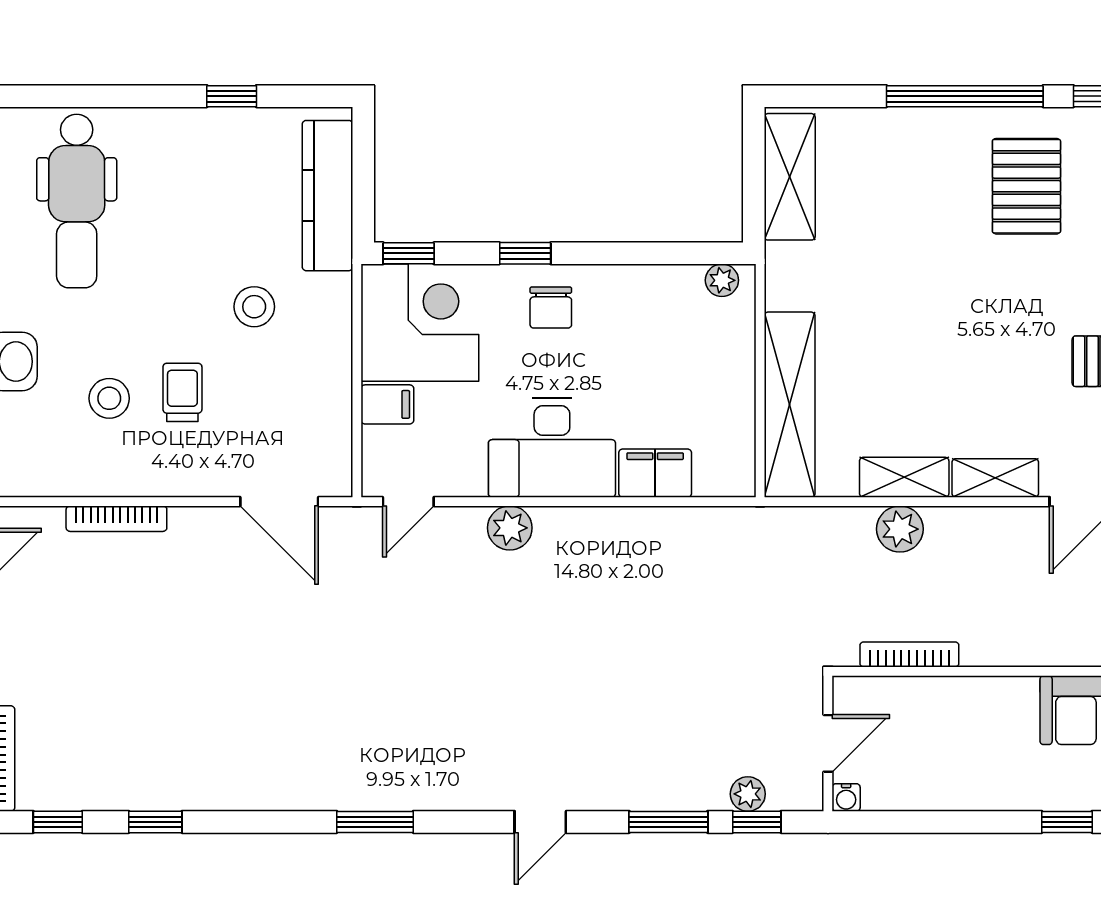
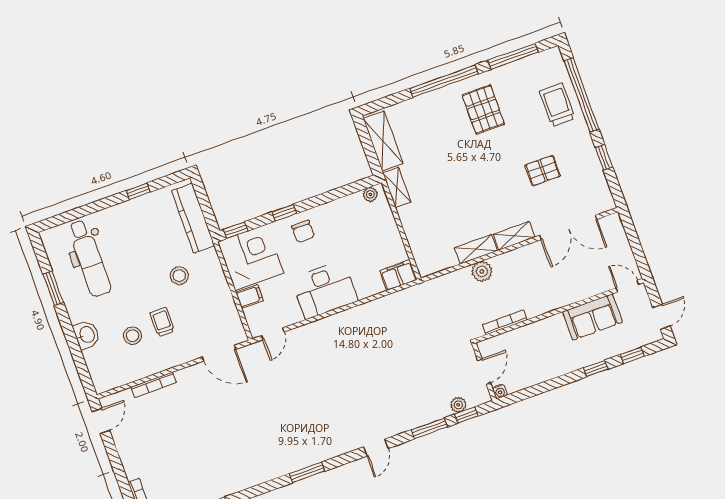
shelving: (790, 405) -> (397, 187), moved, width x0.45, depth x0.75
filing cabinet: (655, 473) -> (398, 275), moved
plant: (510, 528) -> (319, 330), removed

